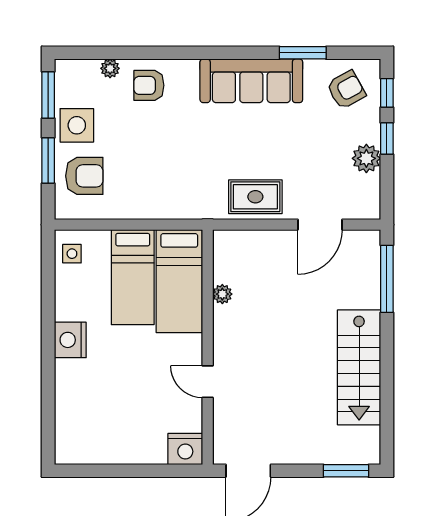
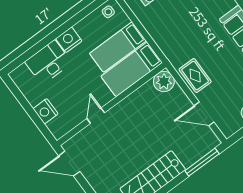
plant: (222, 294) -> (164, 82), moved, width x1.88, depth x1.88
desk: (81, 393) -> (48, 62), added
nightstand: (185, 449) -> (46, 111), moved

